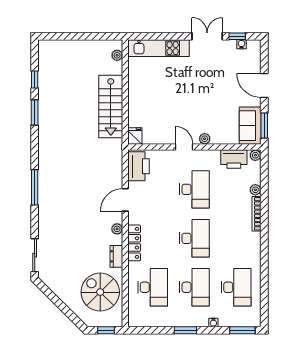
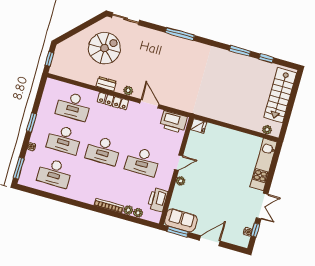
stairs: (111, 107) -> (280, 95), moved, turned -90
plant: (255, 155) -> (138, 213), moved
spiral stairs: (100, 292) -> (104, 48), moved

